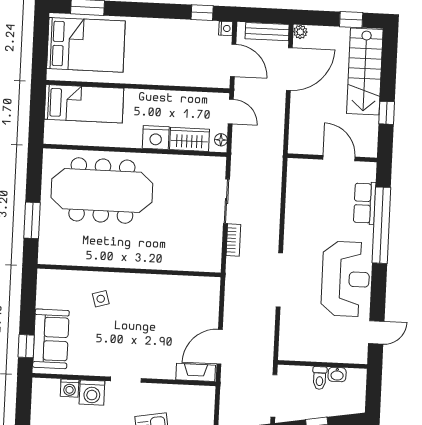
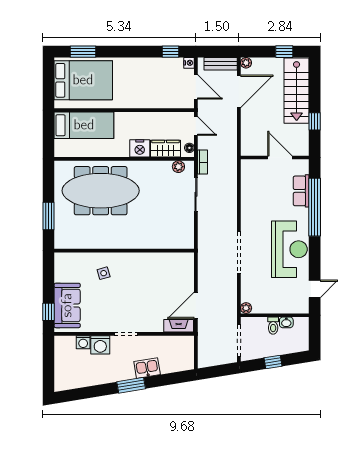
plant: (205, 164) -> (178, 167), added
bookcase: (233, 240) -> (202, 162), moved
plant: (285, 353) -> (246, 308), added

